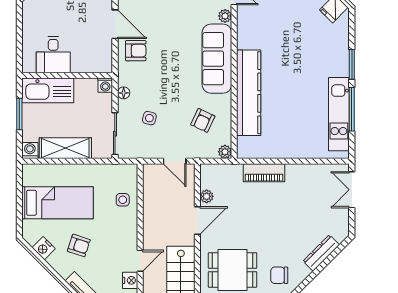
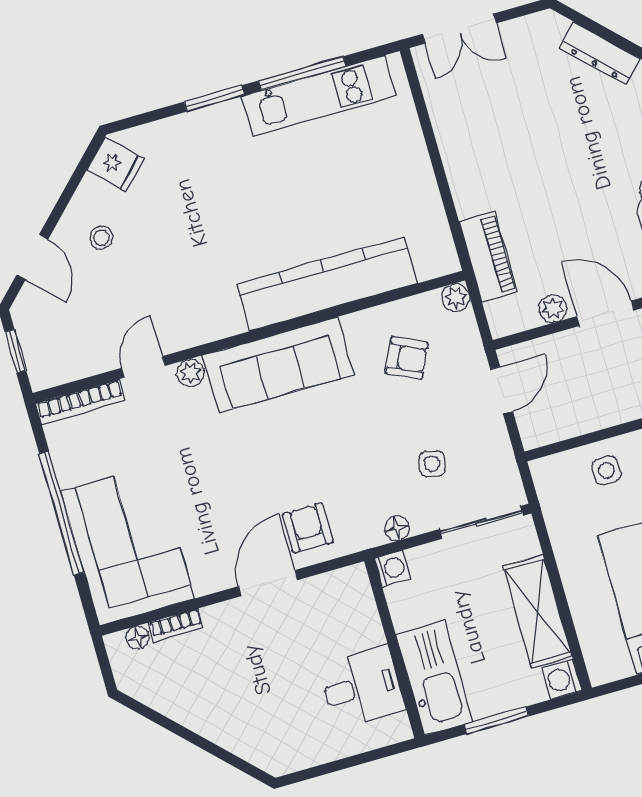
piano: (264, 173) -> (488, 257), moved

